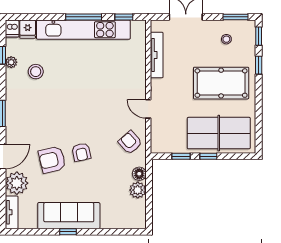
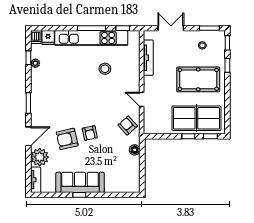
stool: (36, 72) -> (105, 69), moved
window: (181, 156) -> (210, 136), moved
plant: (138, 190) -> (133, 162), removed

